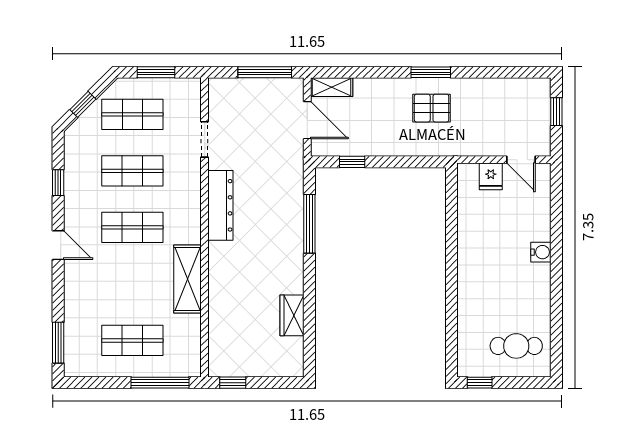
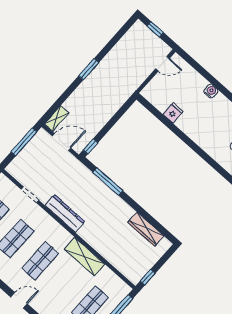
pallet: (432, 108) -> (105, 83), removed
window: (352, 162) -> (90, 146), moved
fridge: (491, 176) -> (173, 113), moved, turned -90
wardrobe: (292, 315) -> (146, 229), width x1.50

